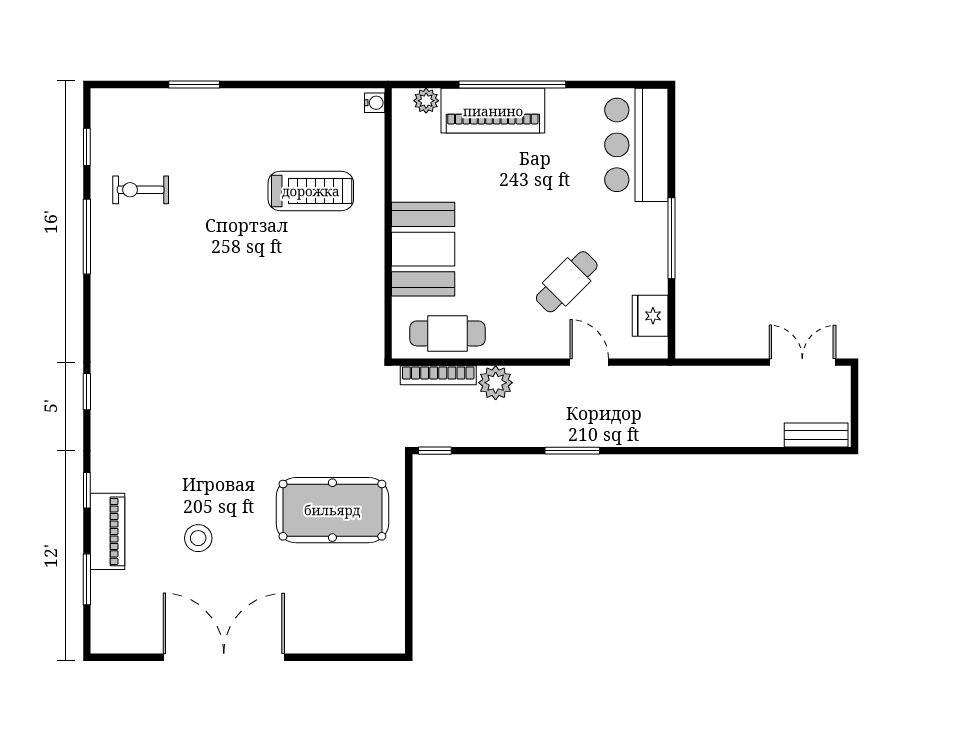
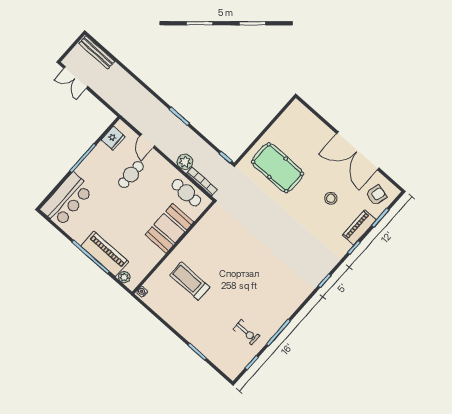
cafe table: (567, 282) -> (131, 175), turned -45
bench: (816, 435) -> (97, 52), width x1.36
armchair: (127, 611) -> (376, 195), added

